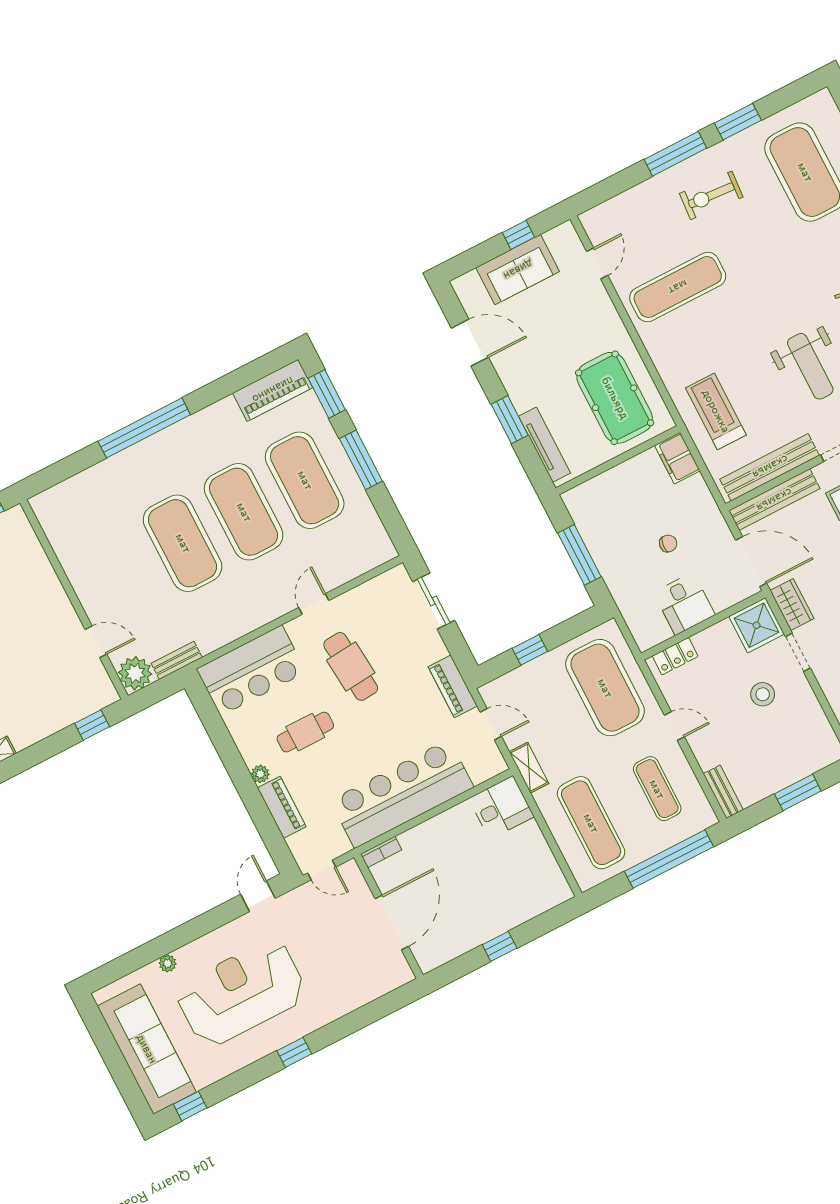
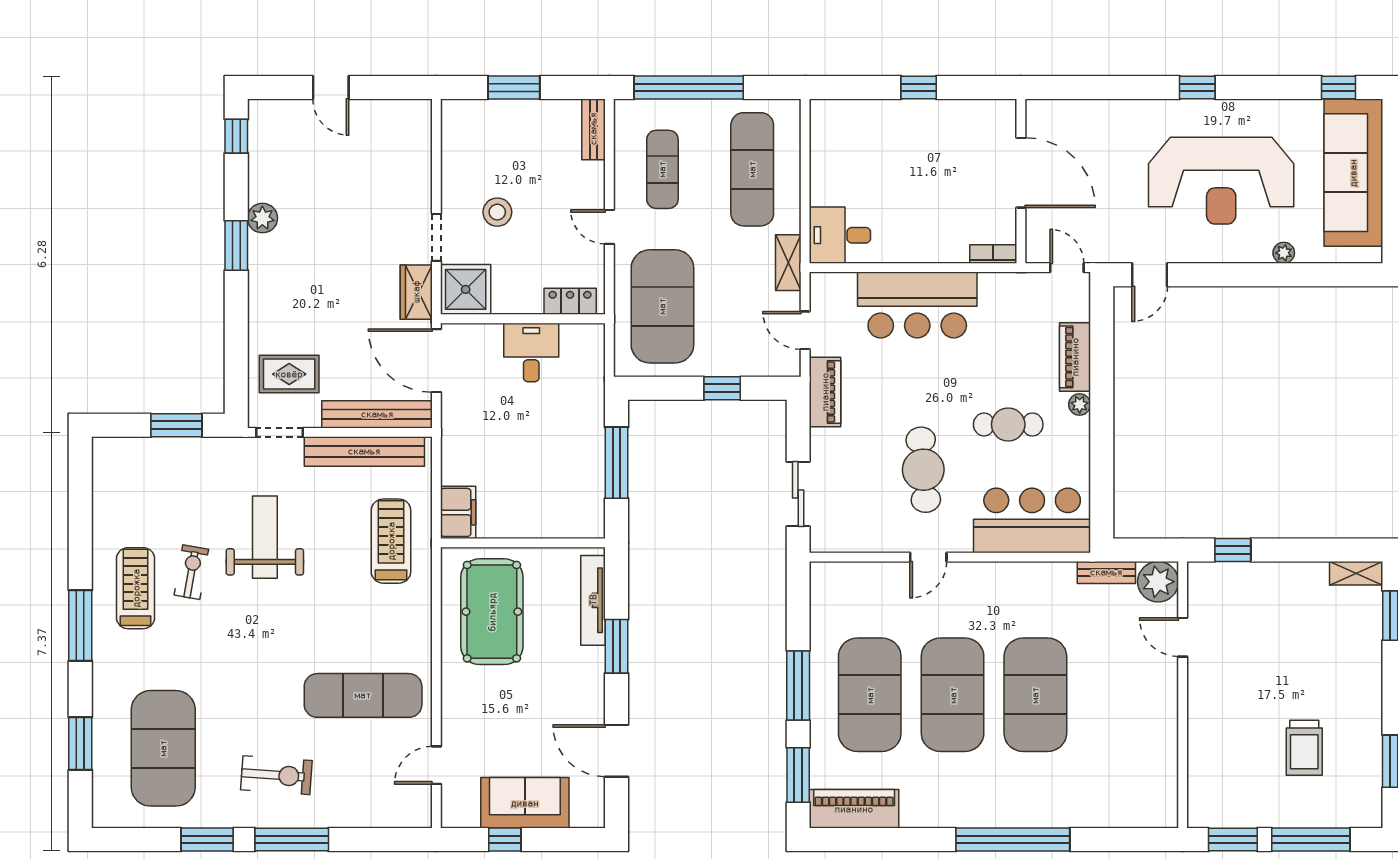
treadmill: (716, 411) -> (391, 541), turned 180
chair: (668, 543) -> (515, 426), removed
bar counter: (402, 794) -> (917, 305), width x0.73
door: (392, 923) -> (1021, 173), swing flipped

